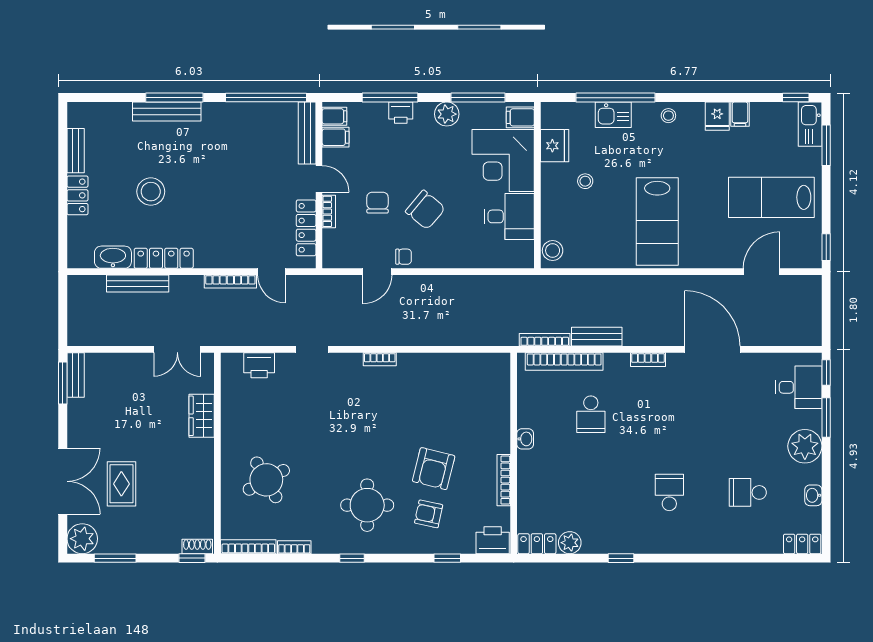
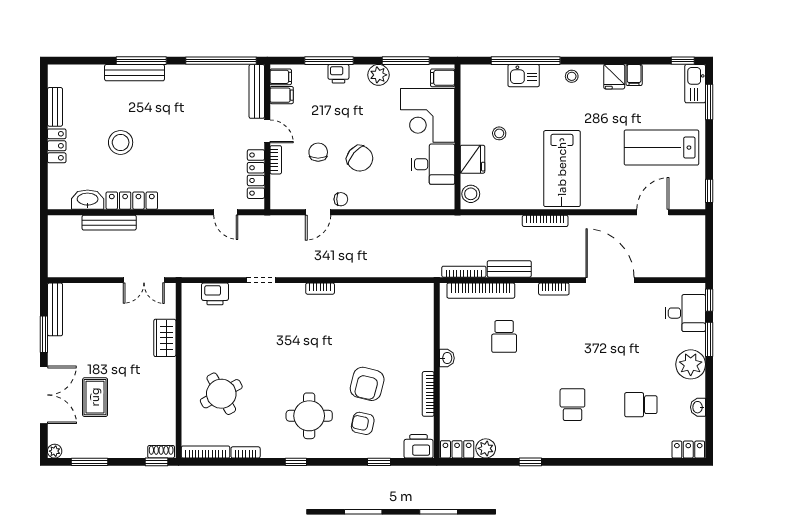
fridge: (555, 146) -> (472, 159), moved
bookcase: (230, 282) -> (545, 221), moved
bench: (76, 375) -> (55, 309), width x1.36
window: (63, 383) -> (44, 334), moved
plant: (82, 539) -> (55, 451), width x0.53, depth x0.53

